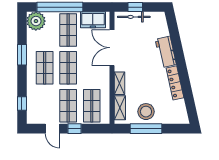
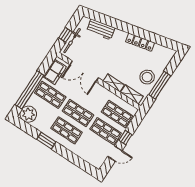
workbench: (166, 52) -> (101, 29), moved
window: (22, 104) -> (82, 164), removed

